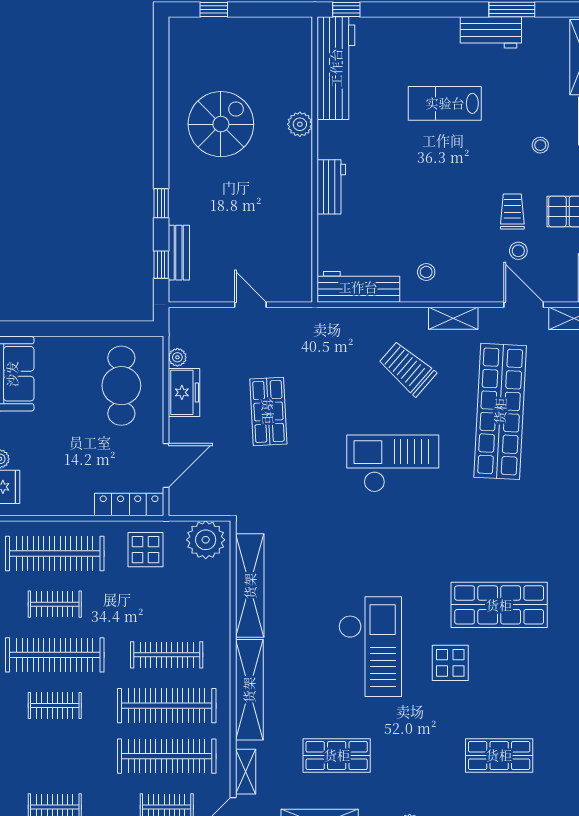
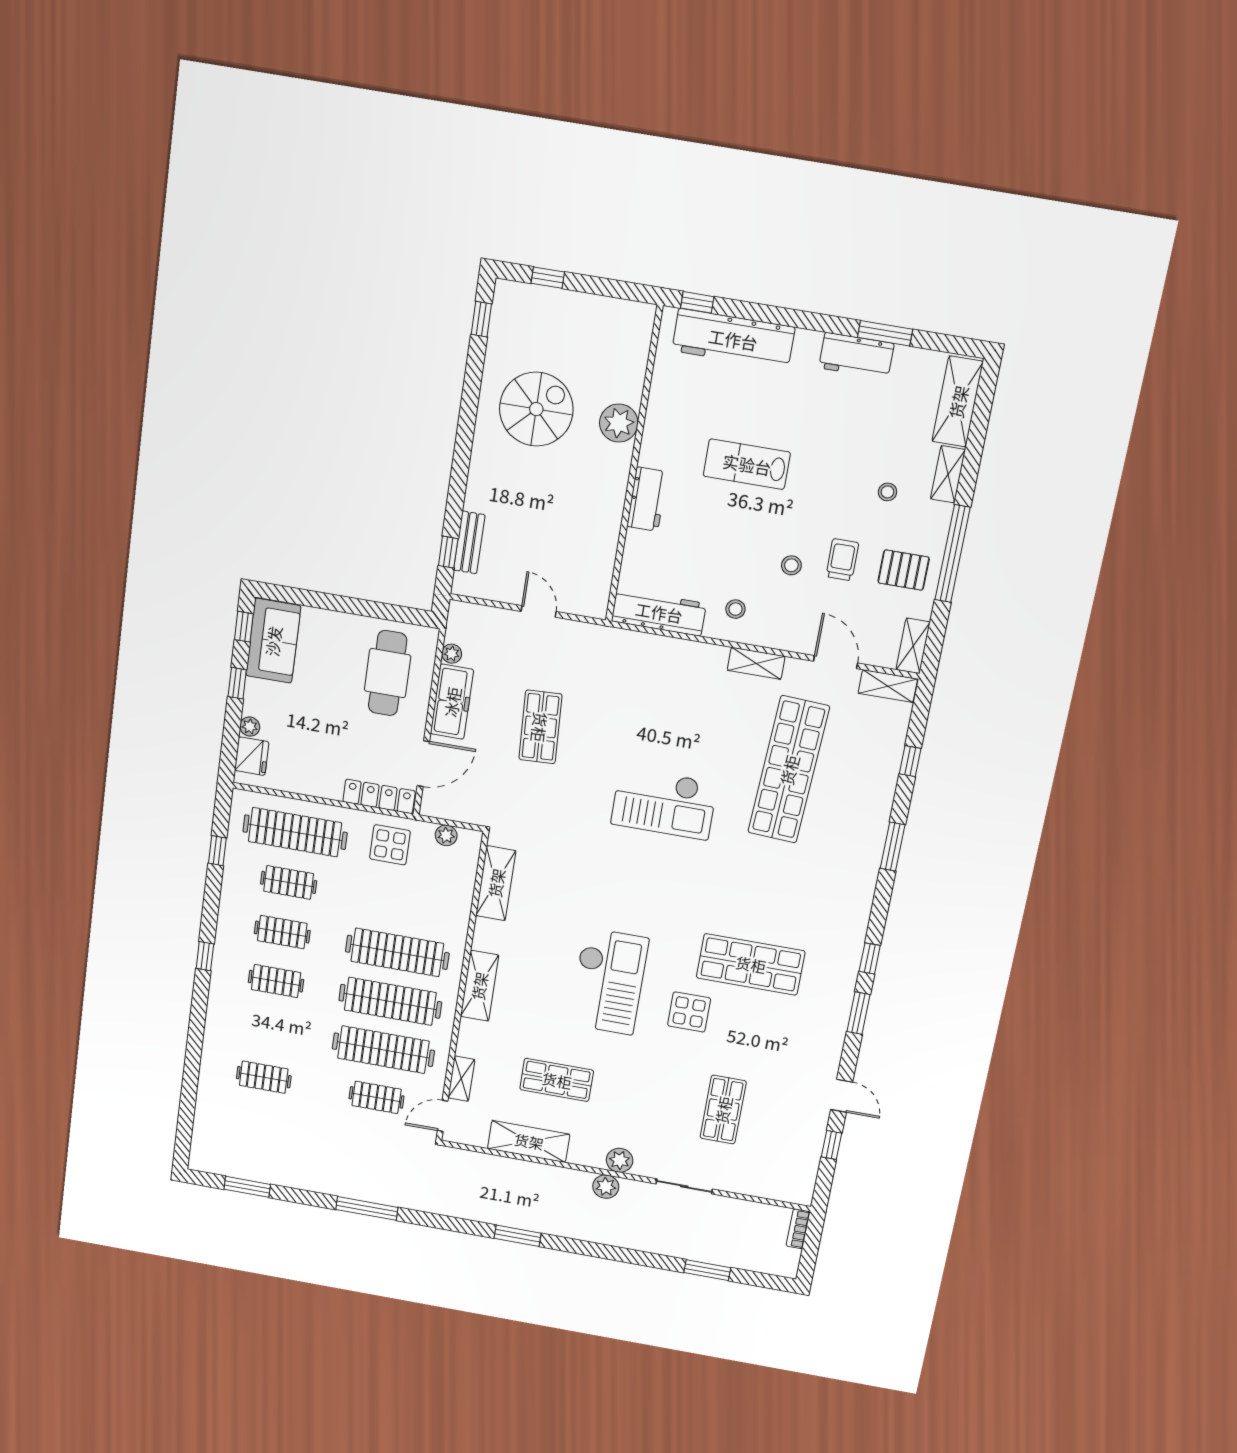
workbench: (336, 68) -> (733, 339), moved, turned 90
lab bench: (445, 103) -> (747, 464), moved
plant: (300, 124) -> (619, 423), width x1.36, depth x1.36
window: (161, 203) -> (481, 319), moved
stool: (518, 251) -> (791, 565), moved
trolley: (407, 369) -> (697, 708), removed
freezer: (184, 392) -> (452, 702), width x1.40
checkout: (393, 464) -> (664, 803), turned 180
plant: (206, 540) -> (446, 835), width x0.53, depth x0.53
shelving: (250, 586) -> (496, 883), width x0.68
clothes rail: (55, 655) -> (282, 932), width x0.54, depth x0.76
clothes rail: (167, 655) -> (397, 952), width x1.37, depth x1.31
shelving: (249, 690) -> (479, 986), width x0.68
shop shelf: (499, 755) -> (723, 1110), turned 90

